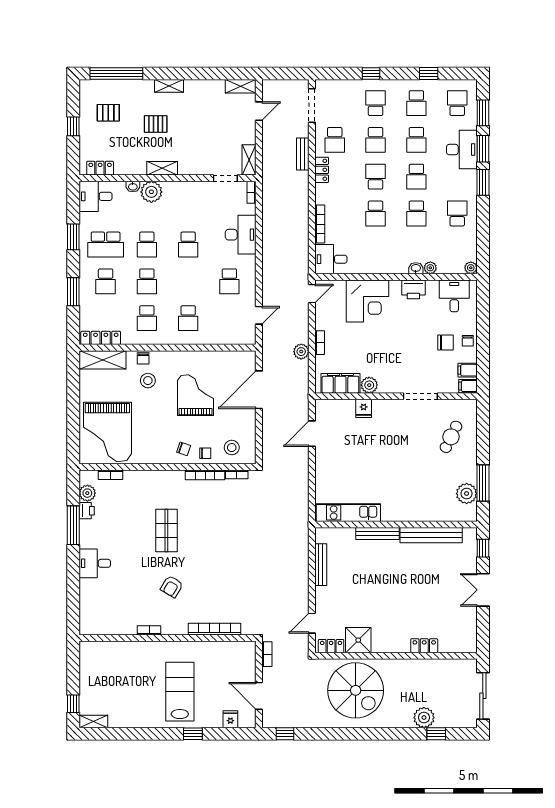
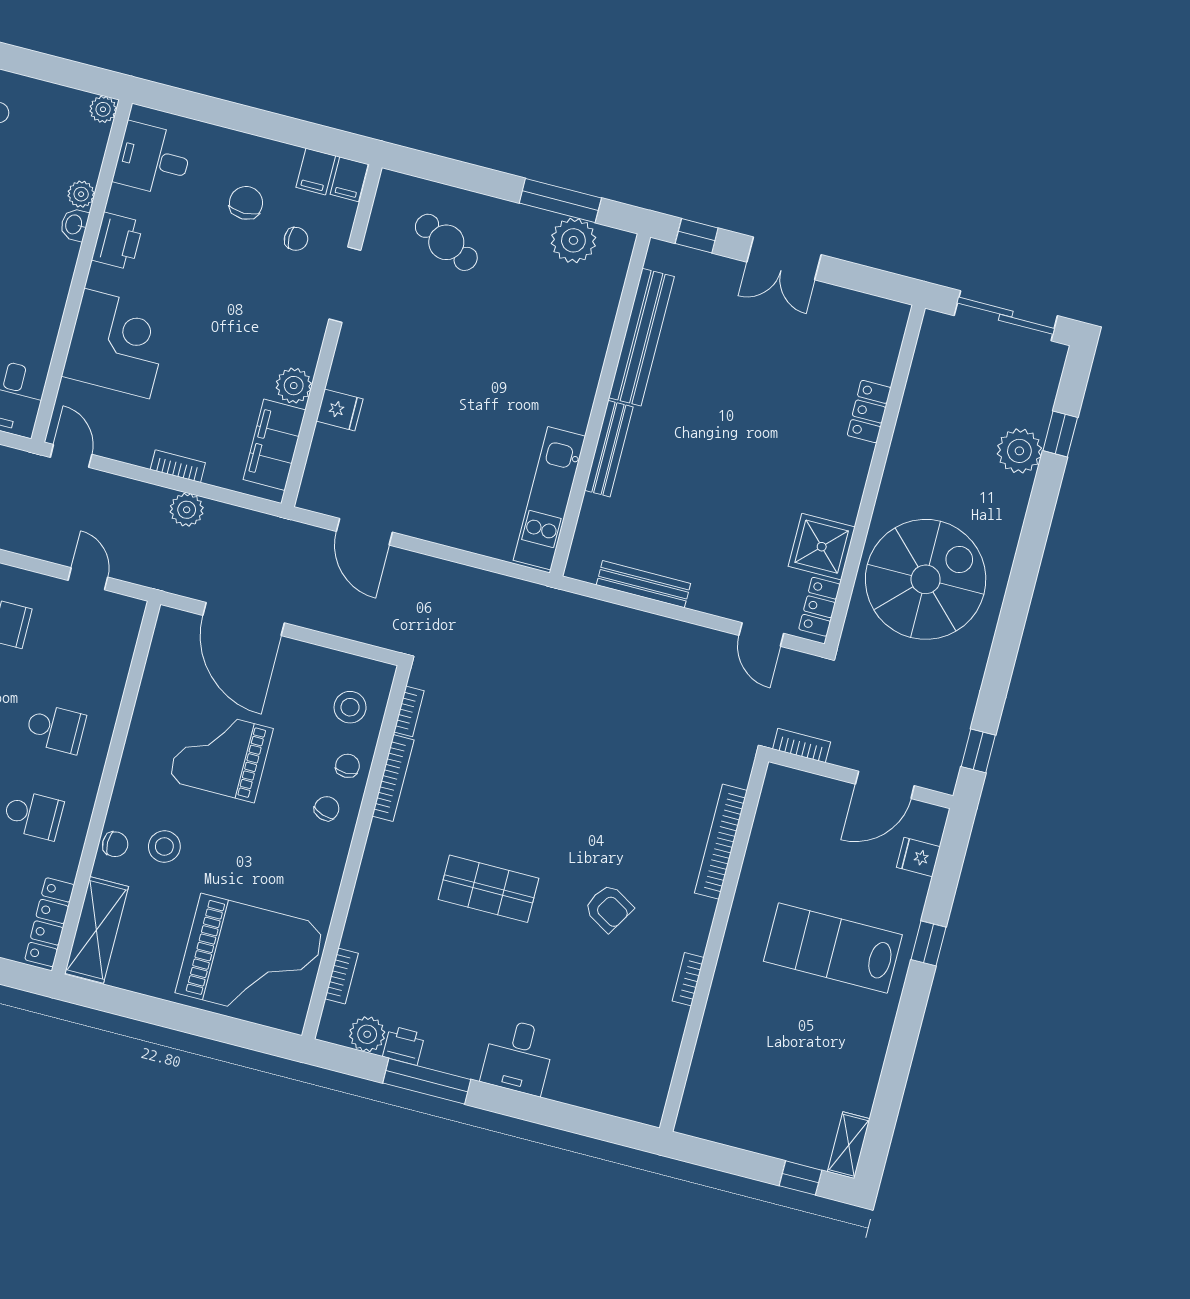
chair: (468, 341) -> (296, 239), moved

